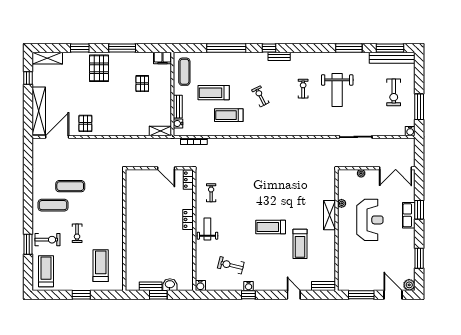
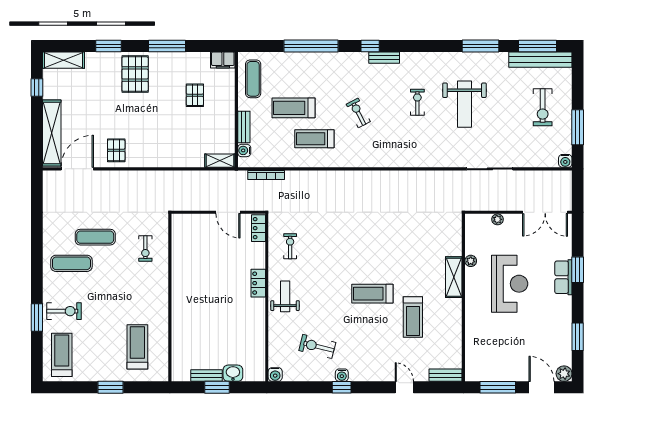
exercise bike: (77, 233) -> (145, 248), moved

